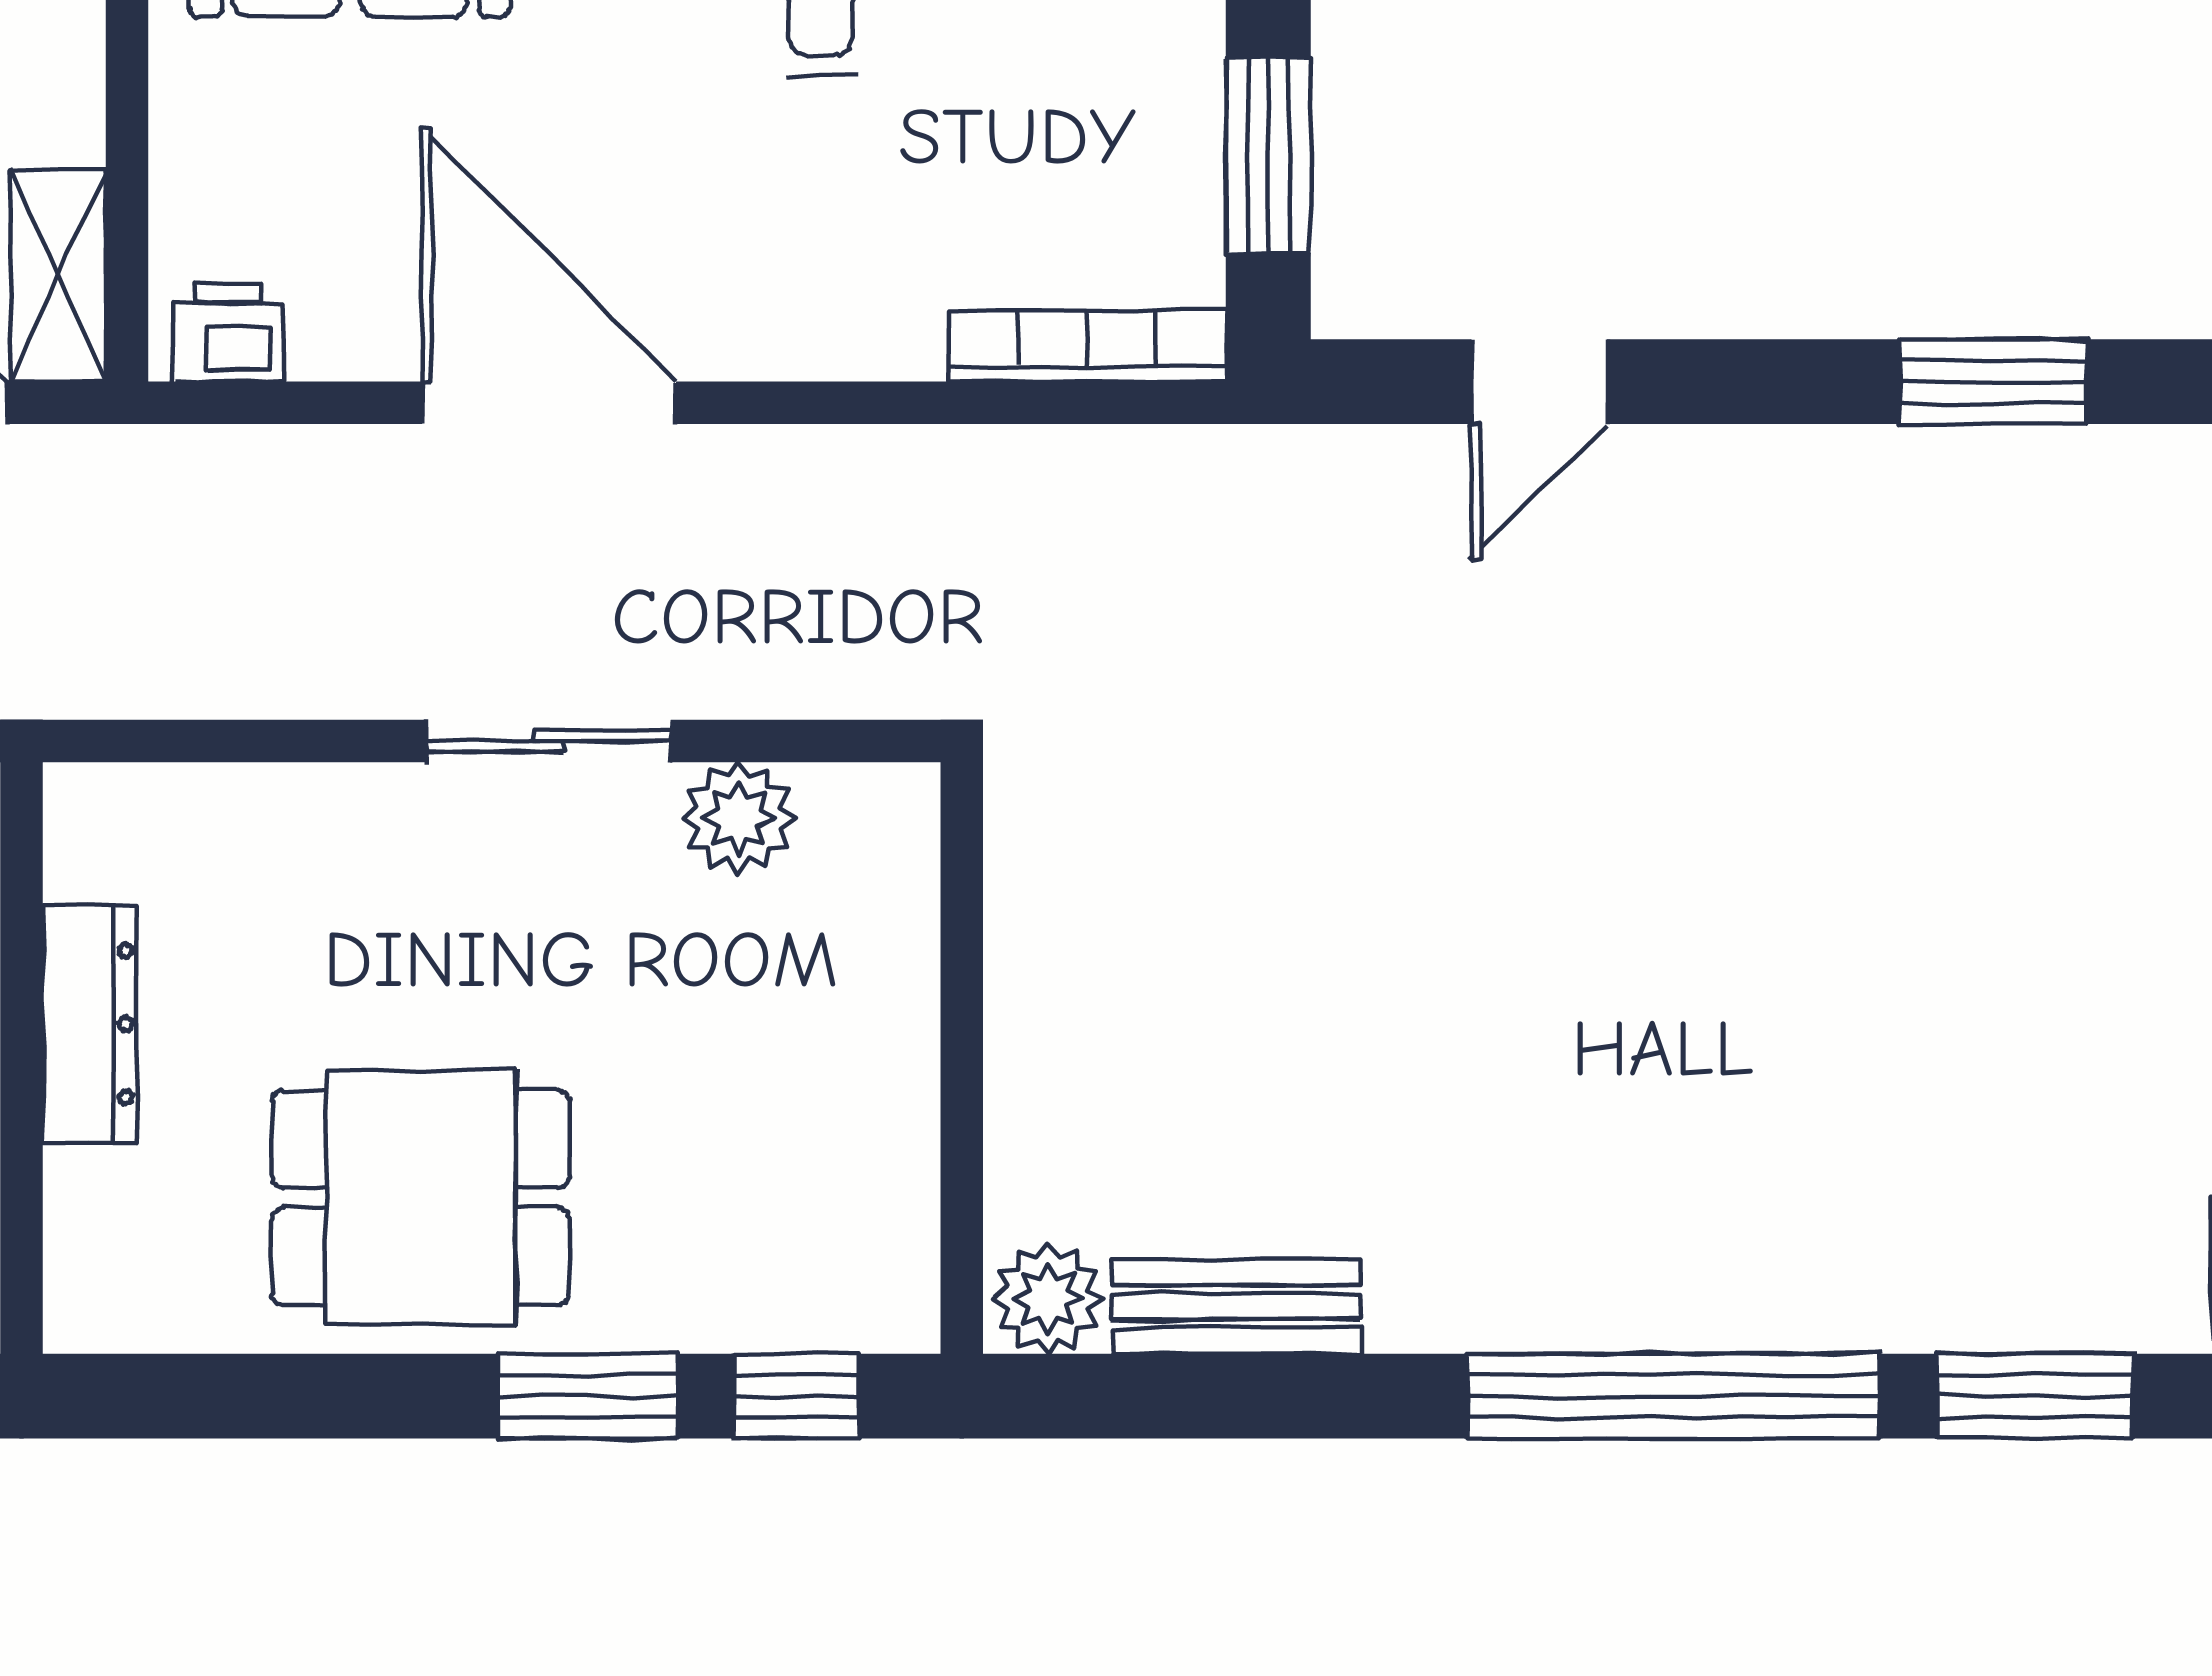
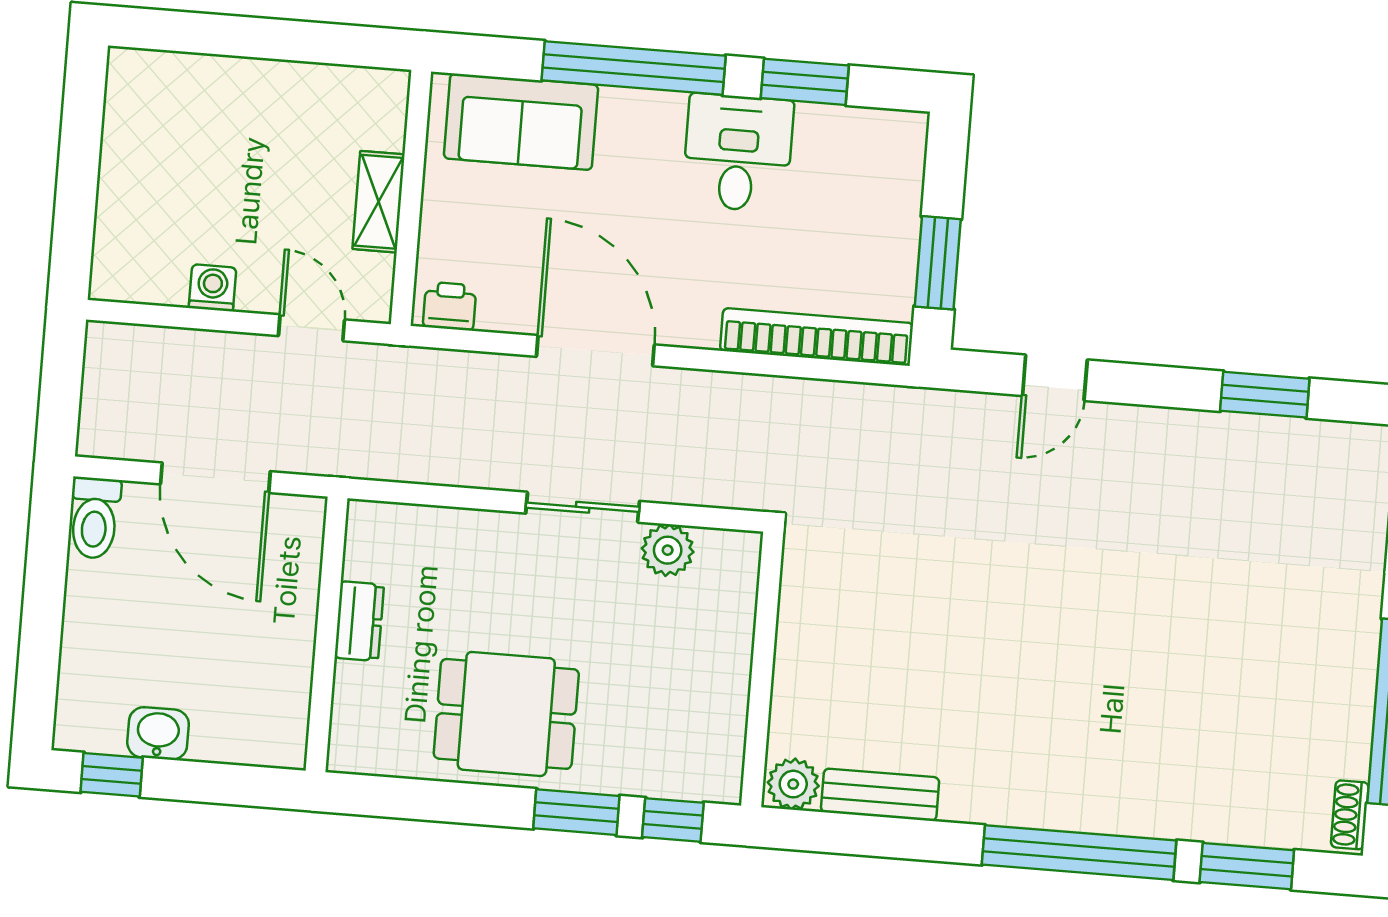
shelving: (58, 275) -> (379, 202), moved
bookcase: (1088, 346) -> (817, 337), width x1.48, depth x1.31
dresser: (89, 1024) -> (359, 621), width x0.70

